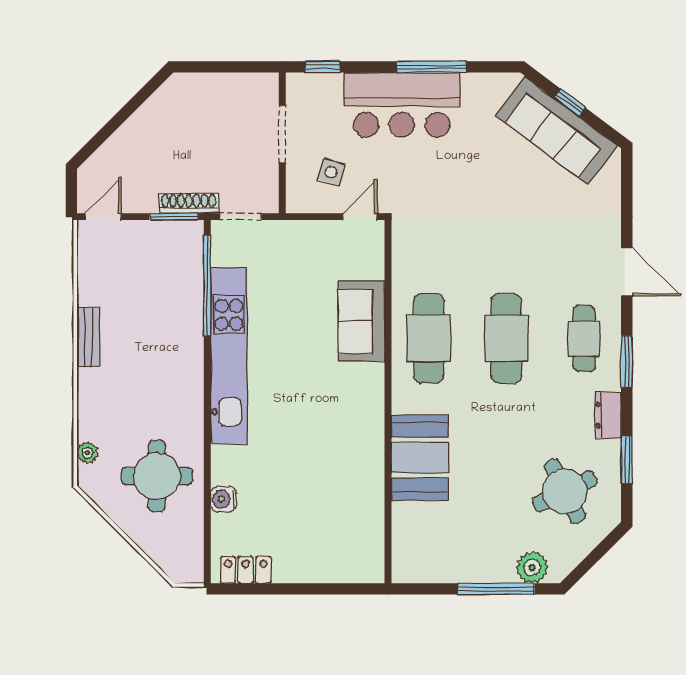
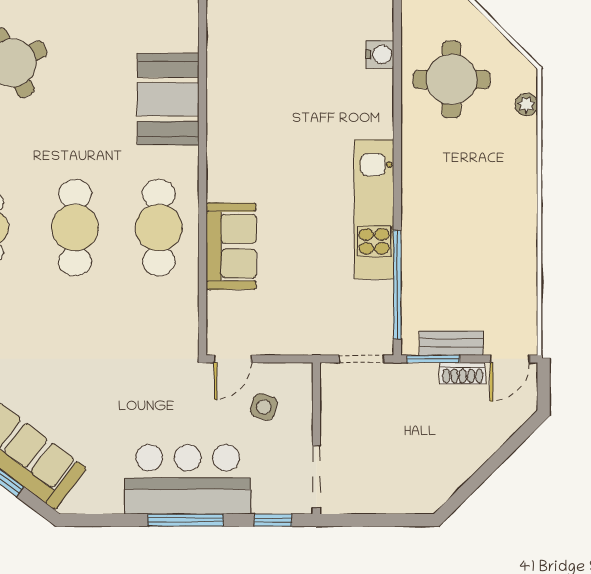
window: (432, 67) -> (186, 520), moved
doorway: (282, 134) -> (316, 477), moved
shoe rack: (189, 203) -> (463, 373), moved, width x0.70
bench: (88, 337) -> (451, 343), moved, turned 90
kitchen unit: (229, 355) -> (374, 209), width x0.73

